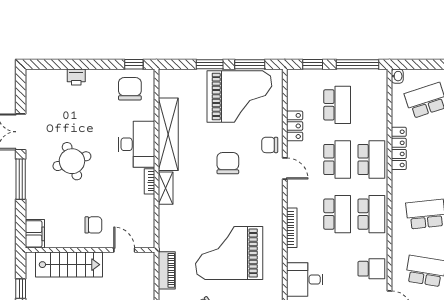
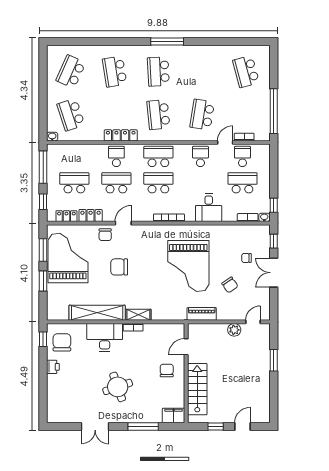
printer: (76, 77) -> (53, 367), moved
chair: (130, 89) -> (62, 342), turned 90
locker: (294, 95) -> (66, 216), added
locker: (399, 148) -> (121, 135), moved
school desk: (371, 159) -> (116, 156), width x0.54
window: (21, 179) -> (143, 426), moved

